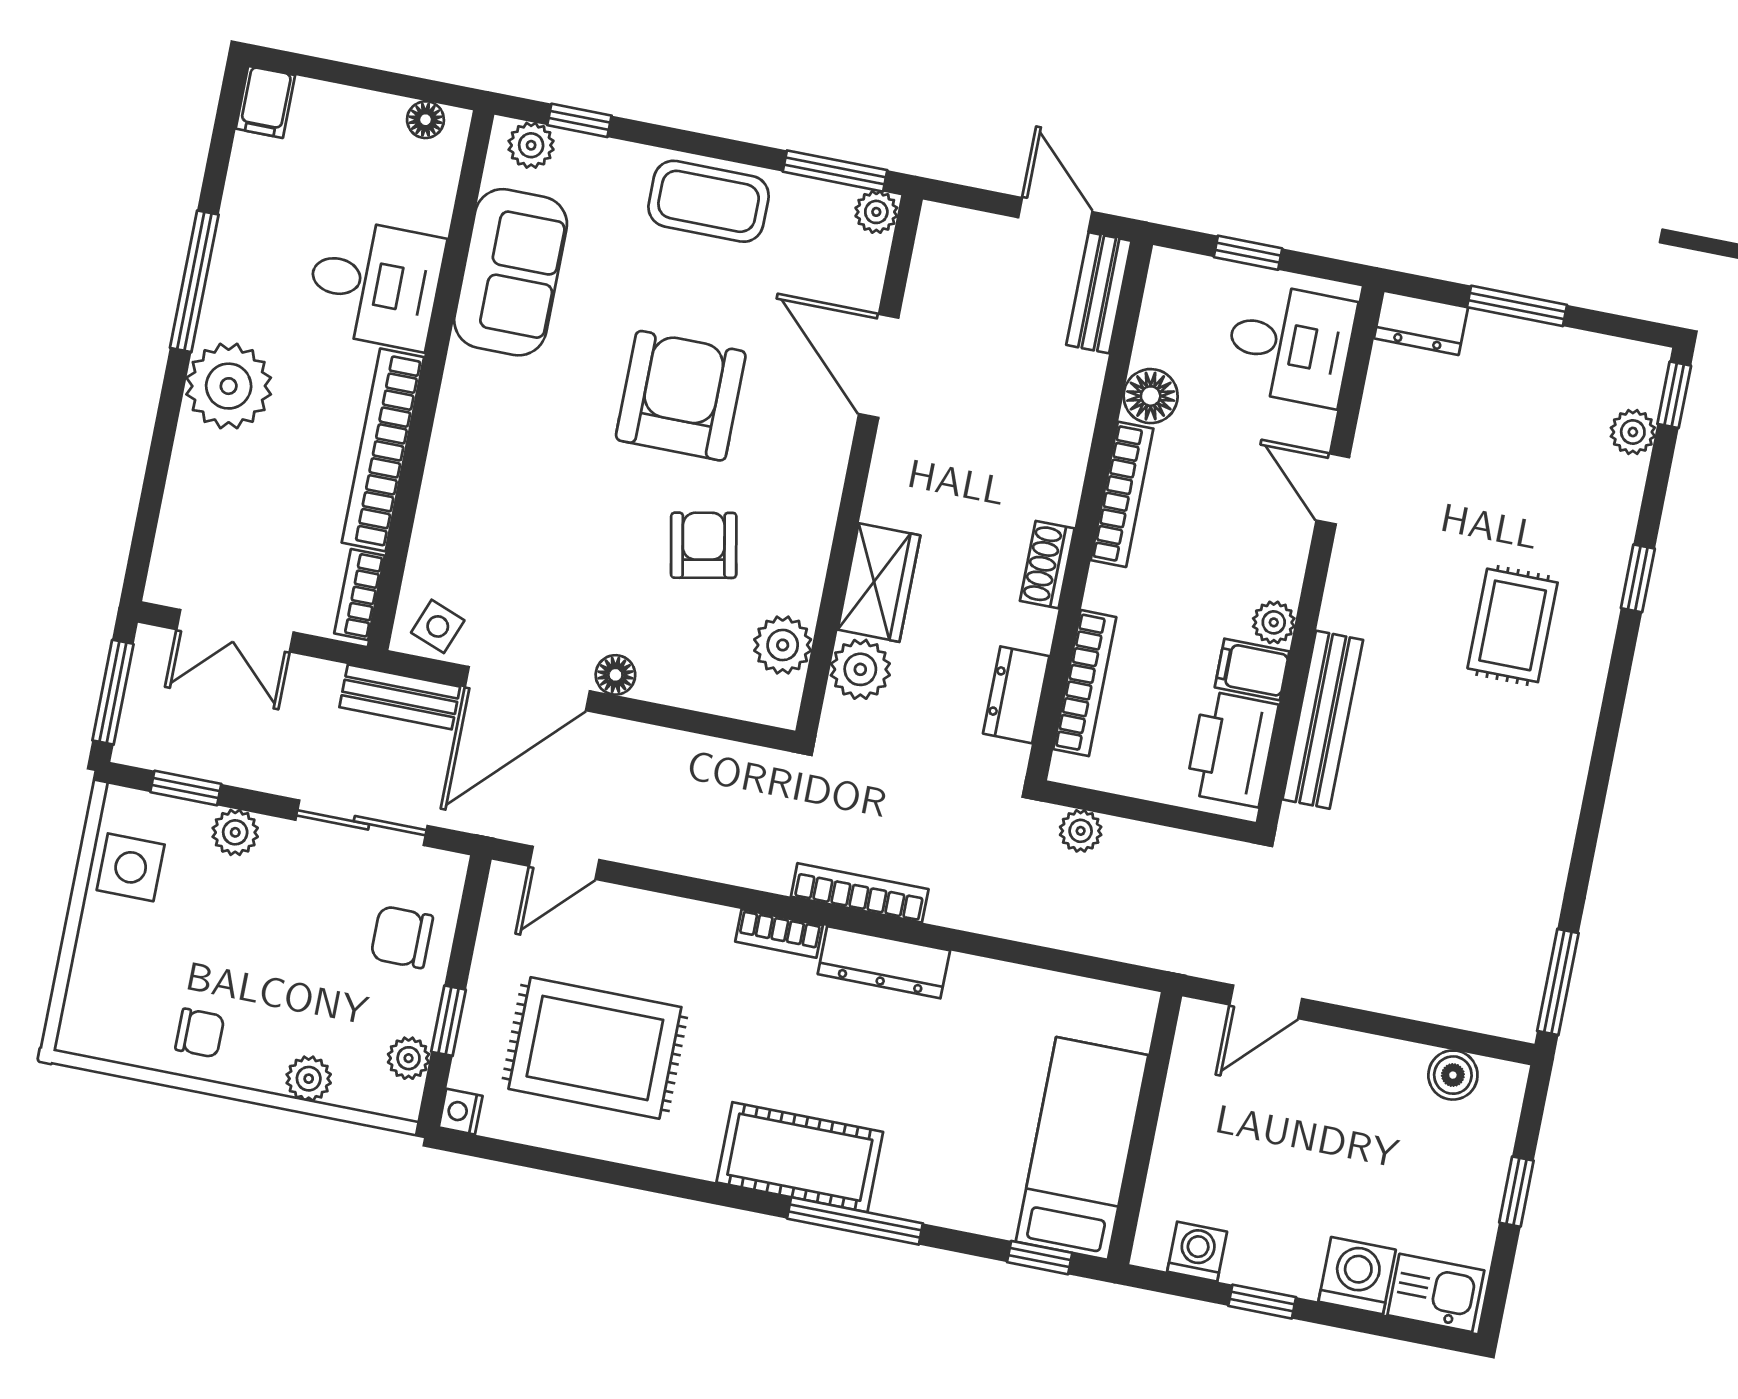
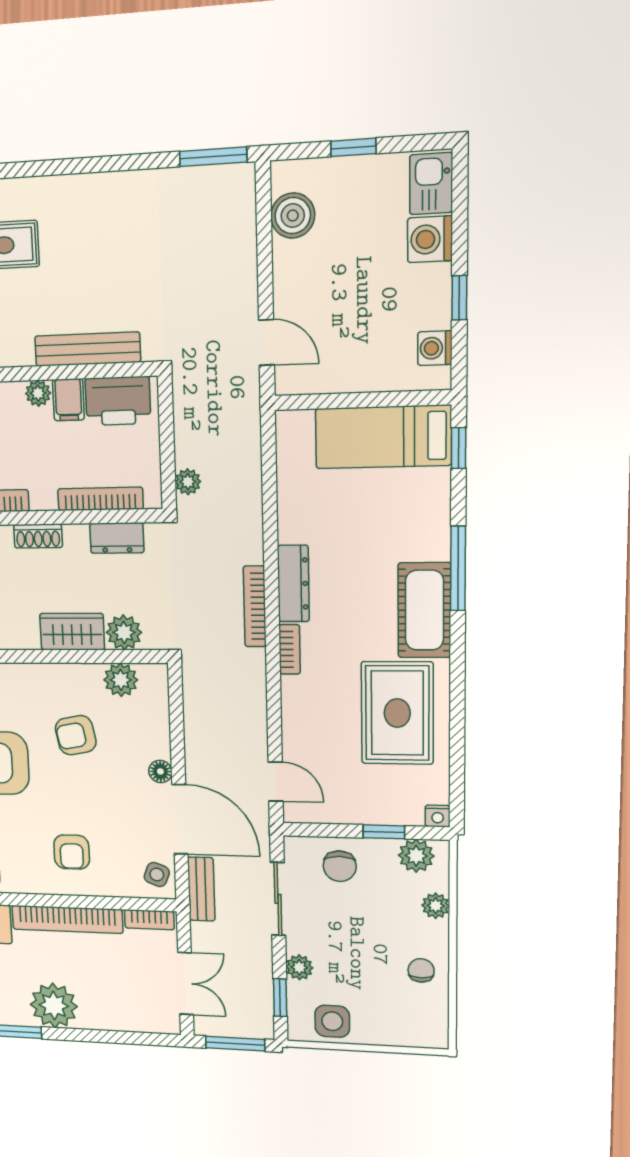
armchair: (502, 488) -> (72, 852), added
rug: (595, 1048) -> (397, 713), moved
plant: (409, 1058) -> (416, 856), width x1.38, depth x1.38
boiler: (1453, 1075) -> (293, 216), width x1.36, depth x1.36

